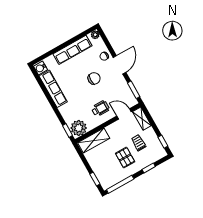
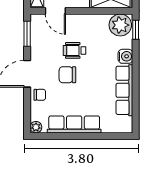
water cooler: (40, 68) -> (125, 56), moved
wheelchair: (100, 109) -> (75, 50), moved

